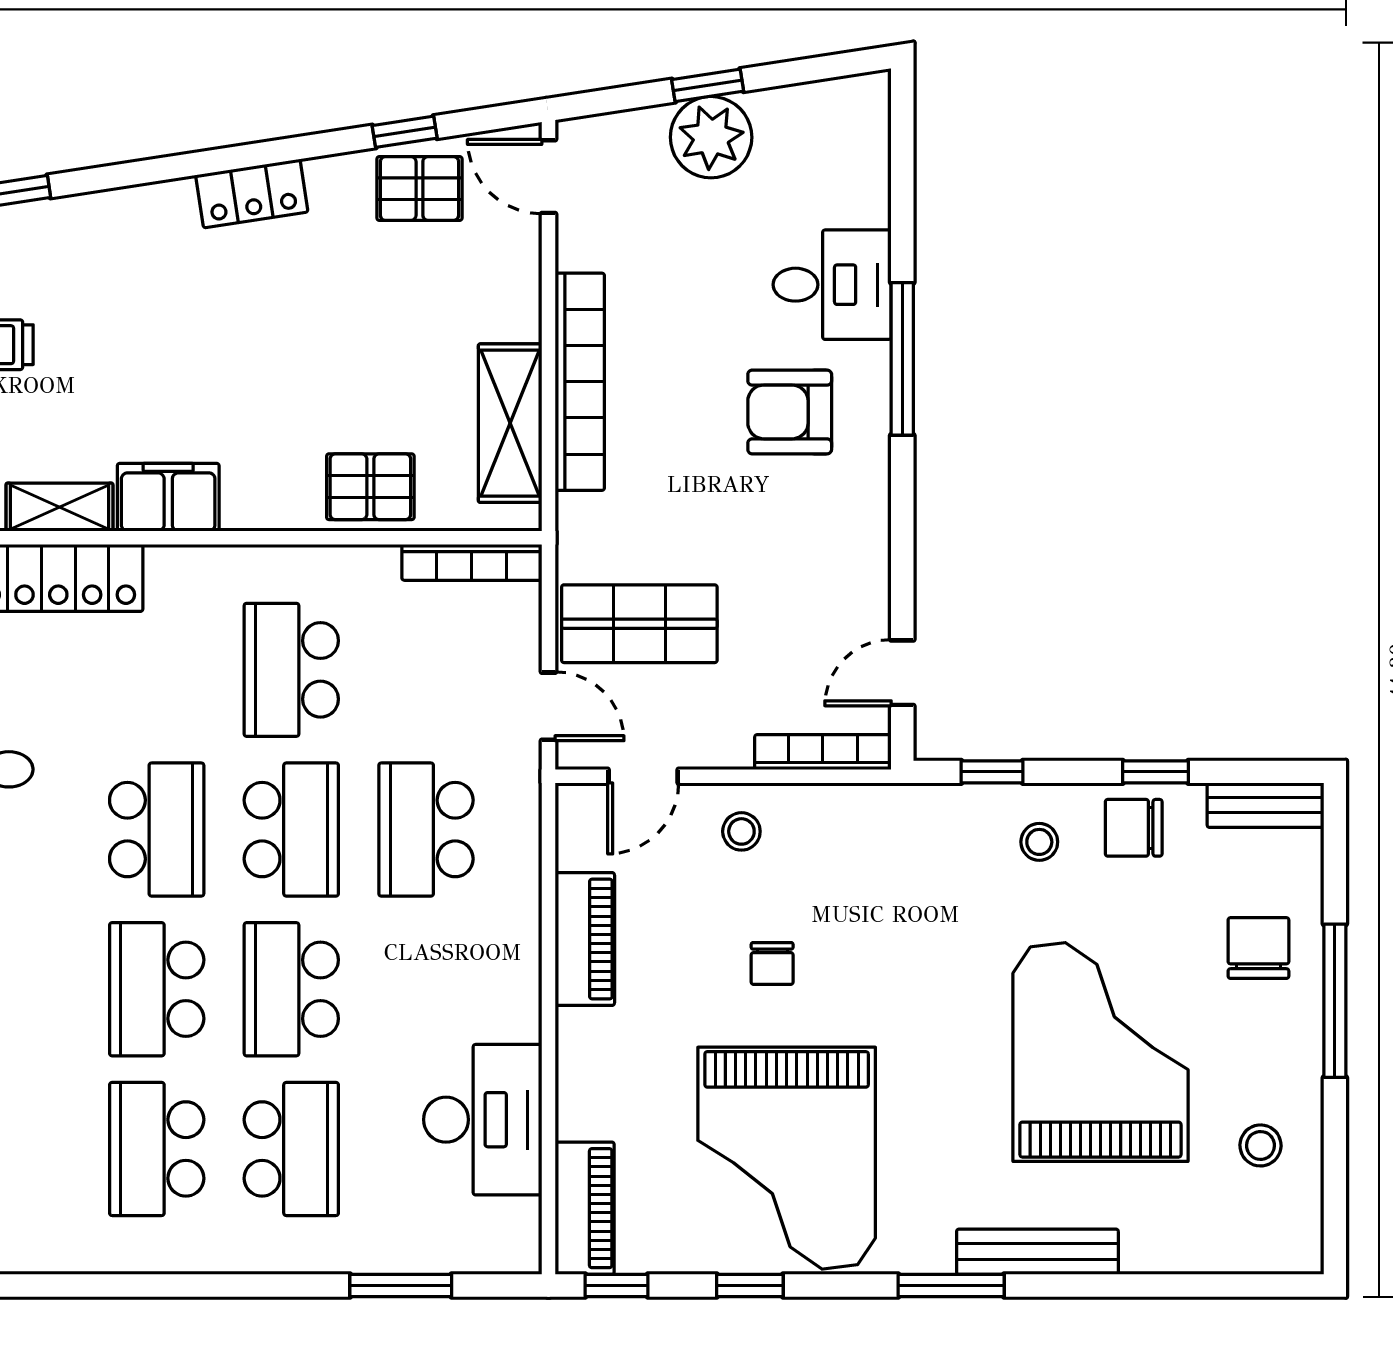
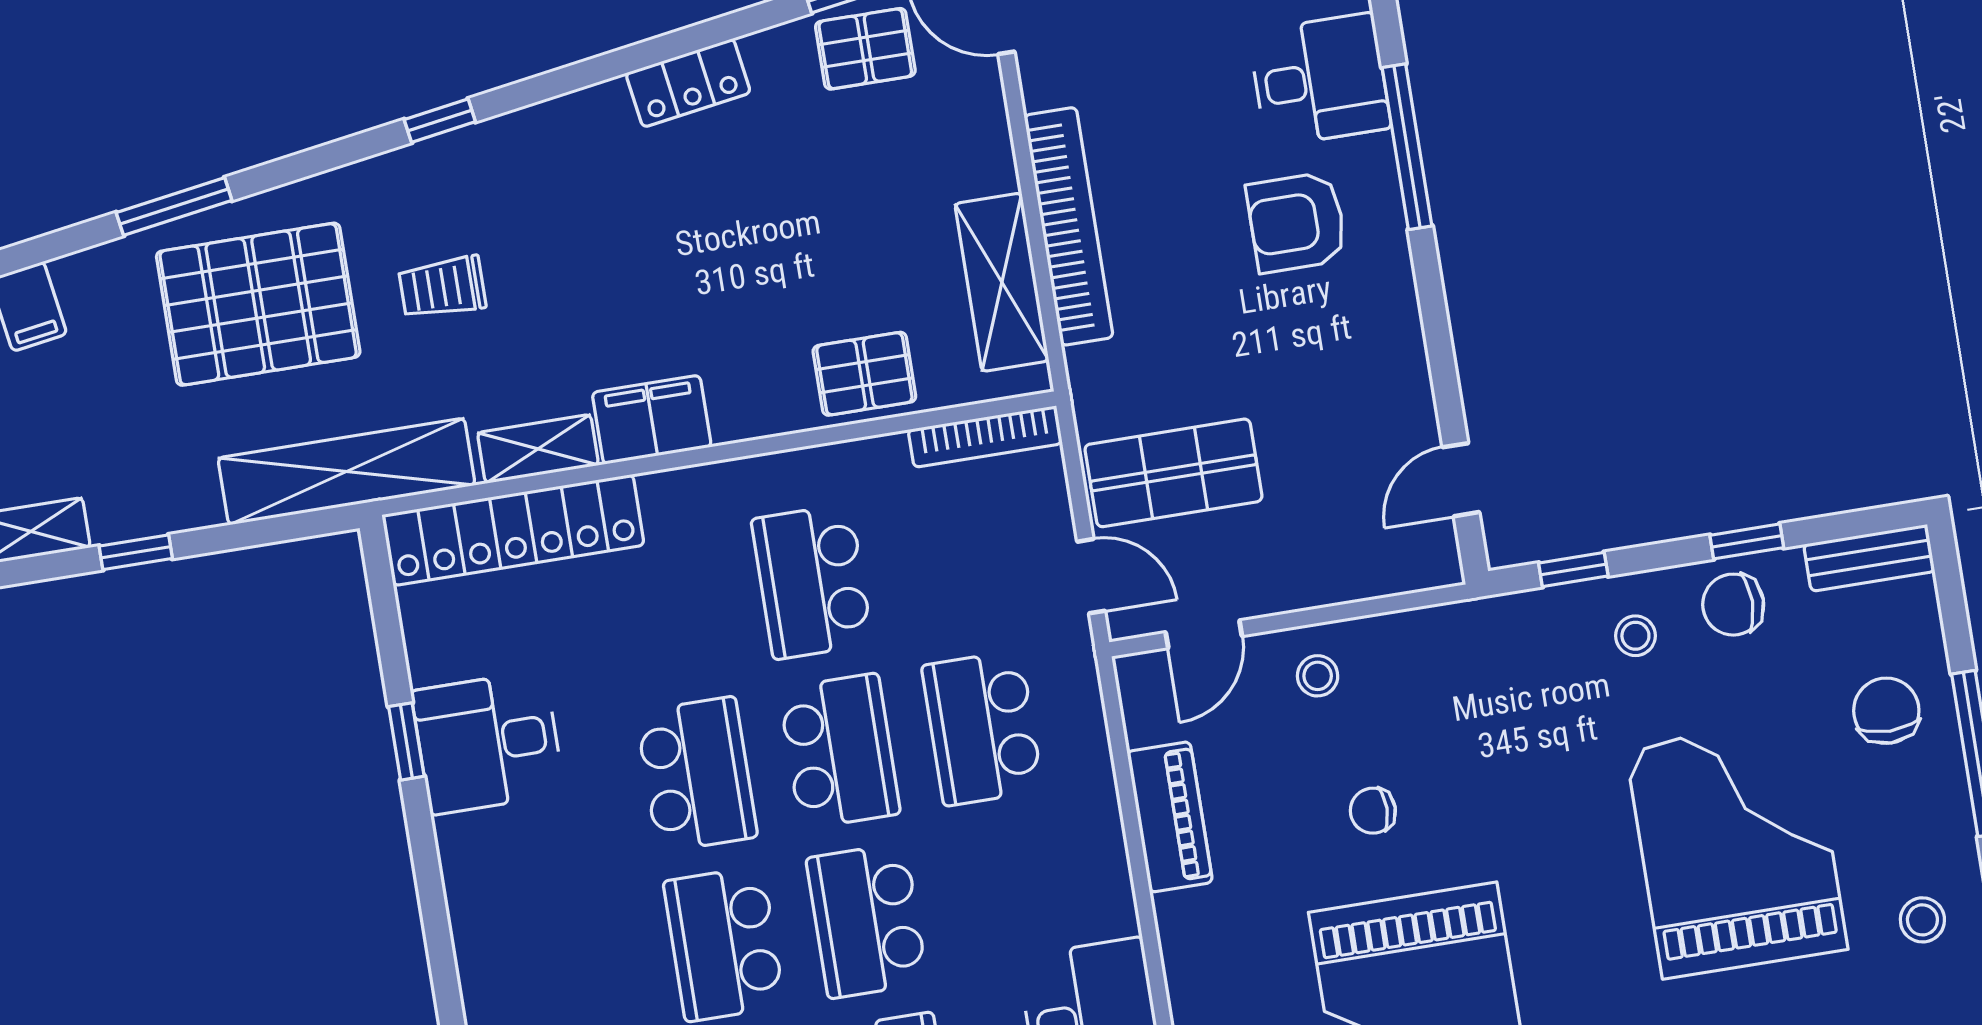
bookcase: (823, 752) -> (1390, 578), removed
chair: (772, 963) -> (1373, 811), turned 90

